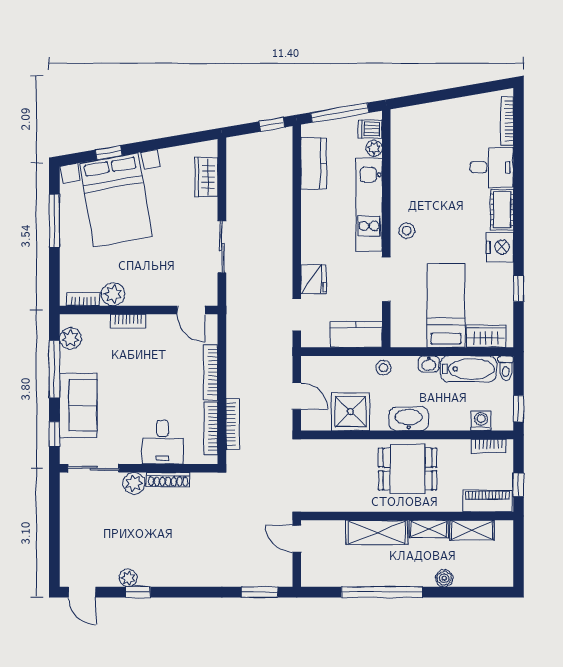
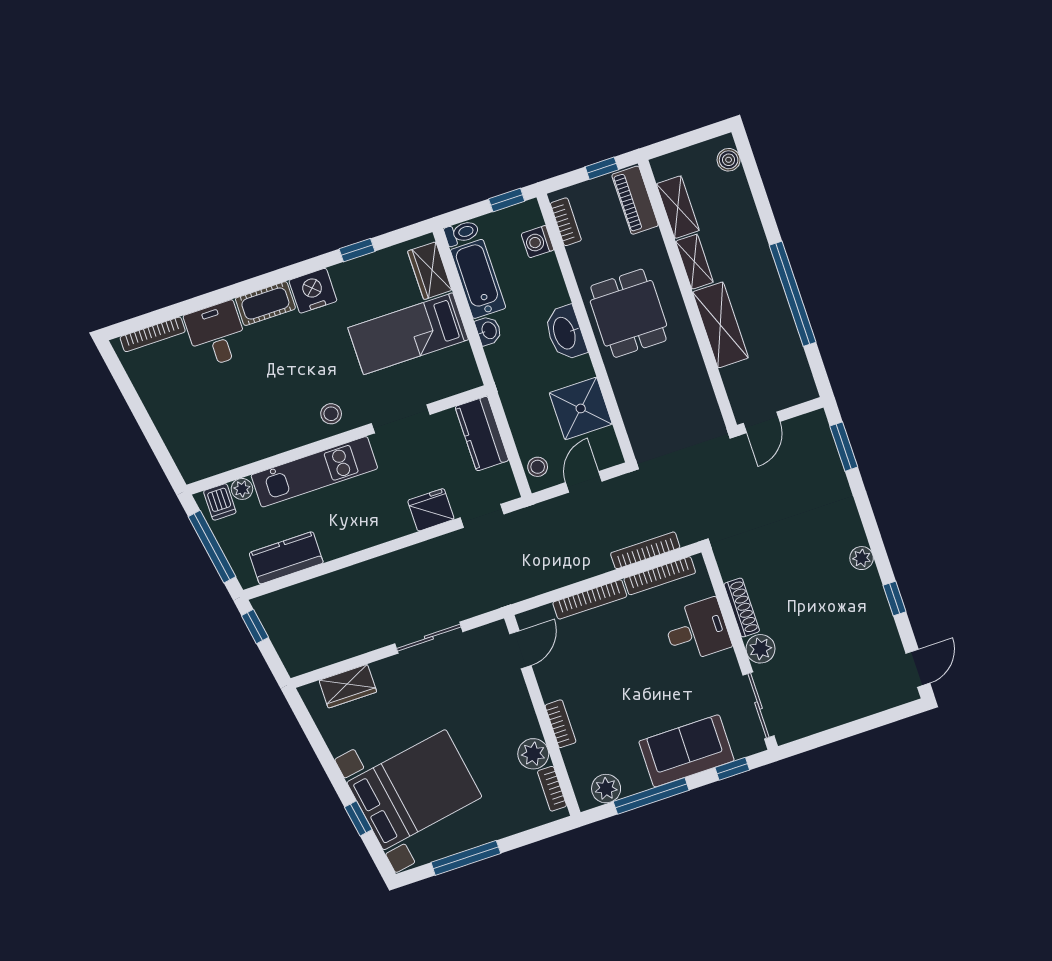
stool: (383, 368) -> (538, 467), moved
plant: (128, 578) -> (862, 558), moved
boiler: (444, 578) -> (729, 160), moved

